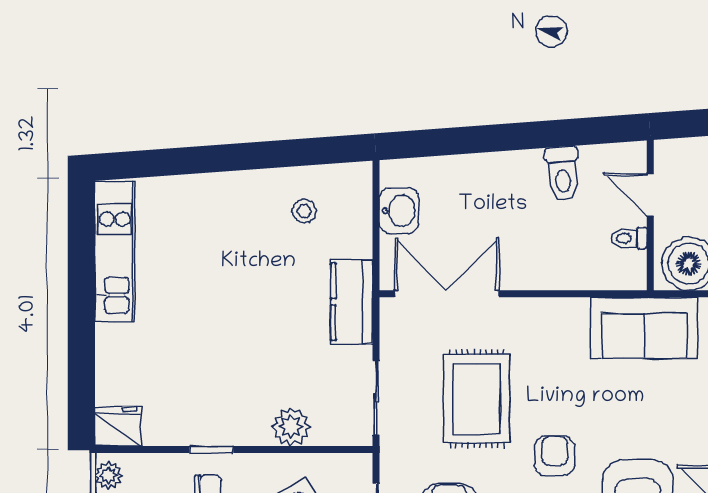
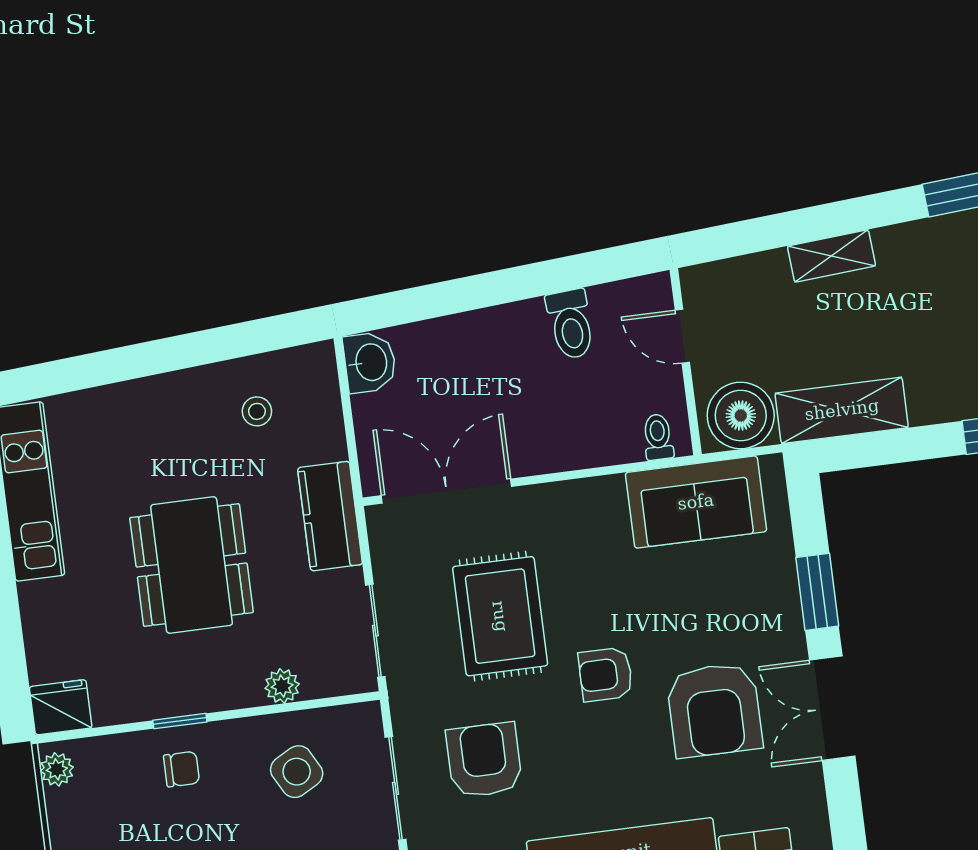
washbasin: (399, 211) -> (370, 362), moved
toilet: (629, 238) -> (658, 437), moved, turned 90
dining table: (237, 327) -> (192, 565), added
plant: (291, 427) -> (282, 686), width x0.73, depth x0.73
armchair: (555, 456) -> (606, 674), turned -90

